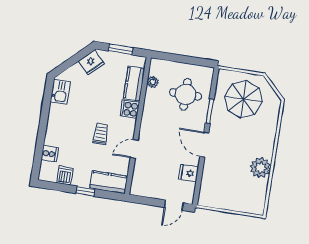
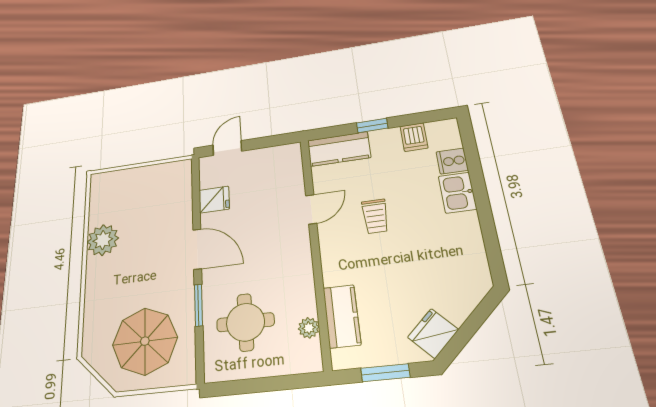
kitchen sink: (60, 92) -> (457, 193), moved
cooker: (130, 109) -> (337, 270), removed

